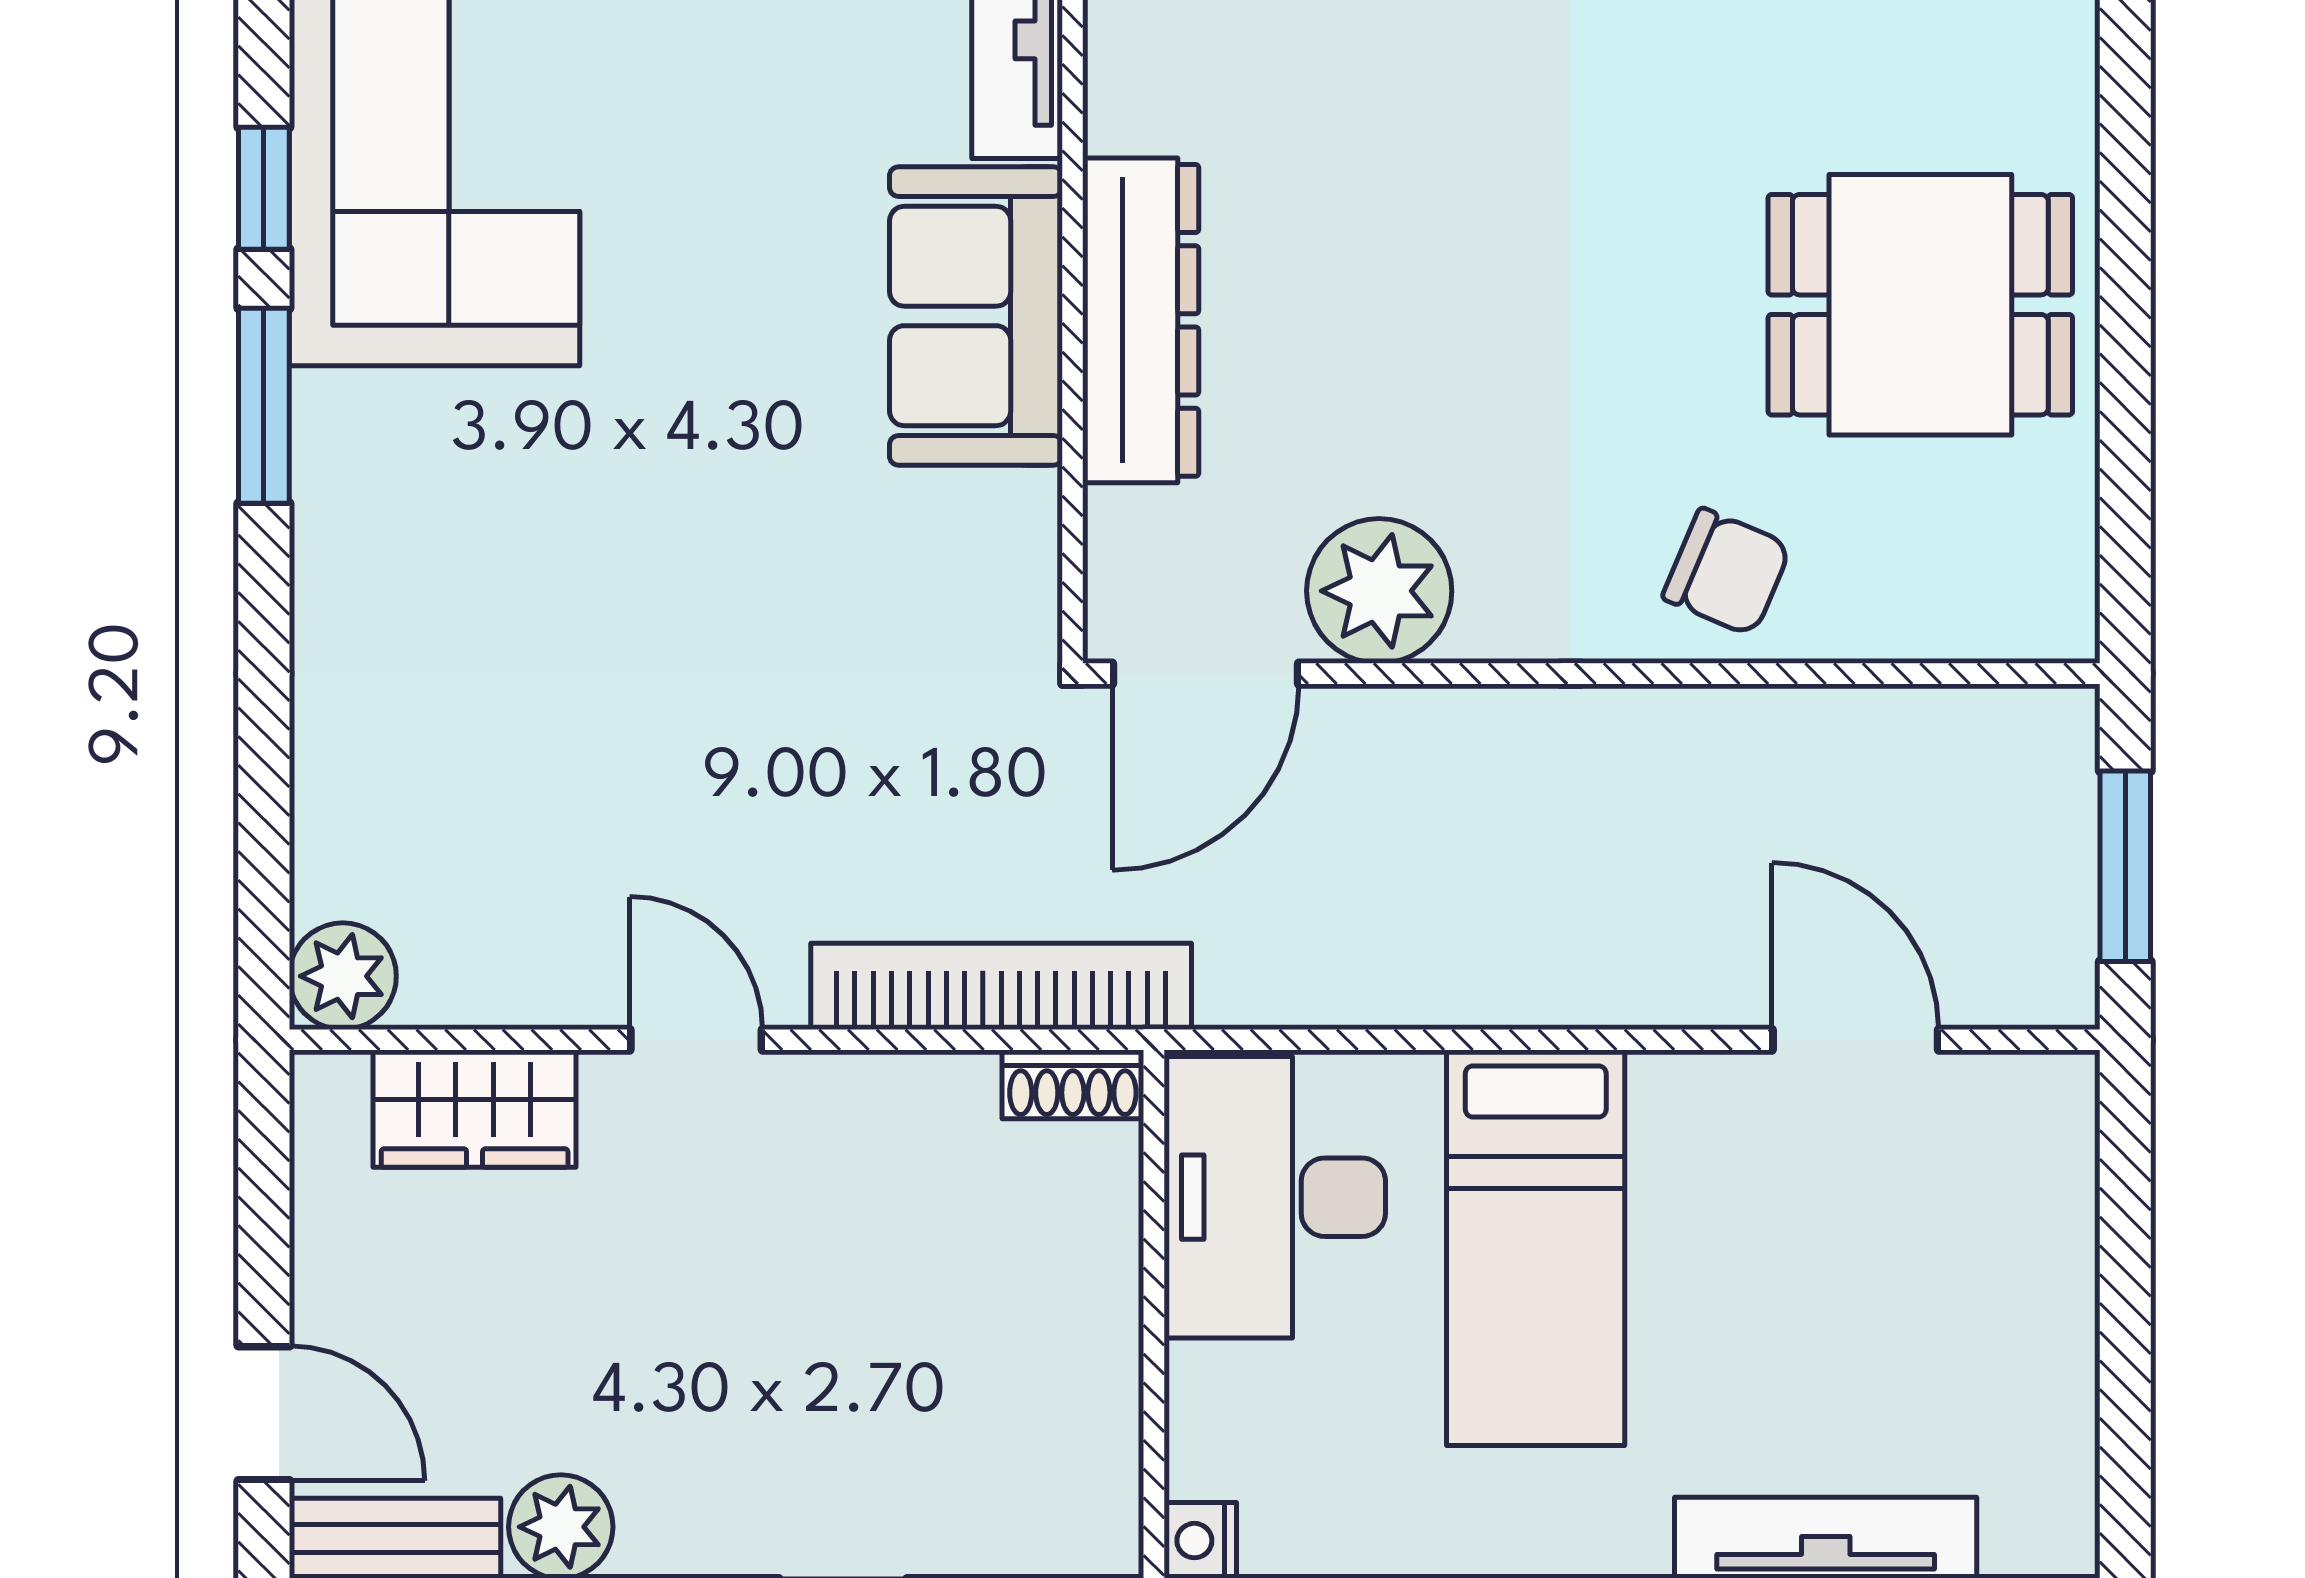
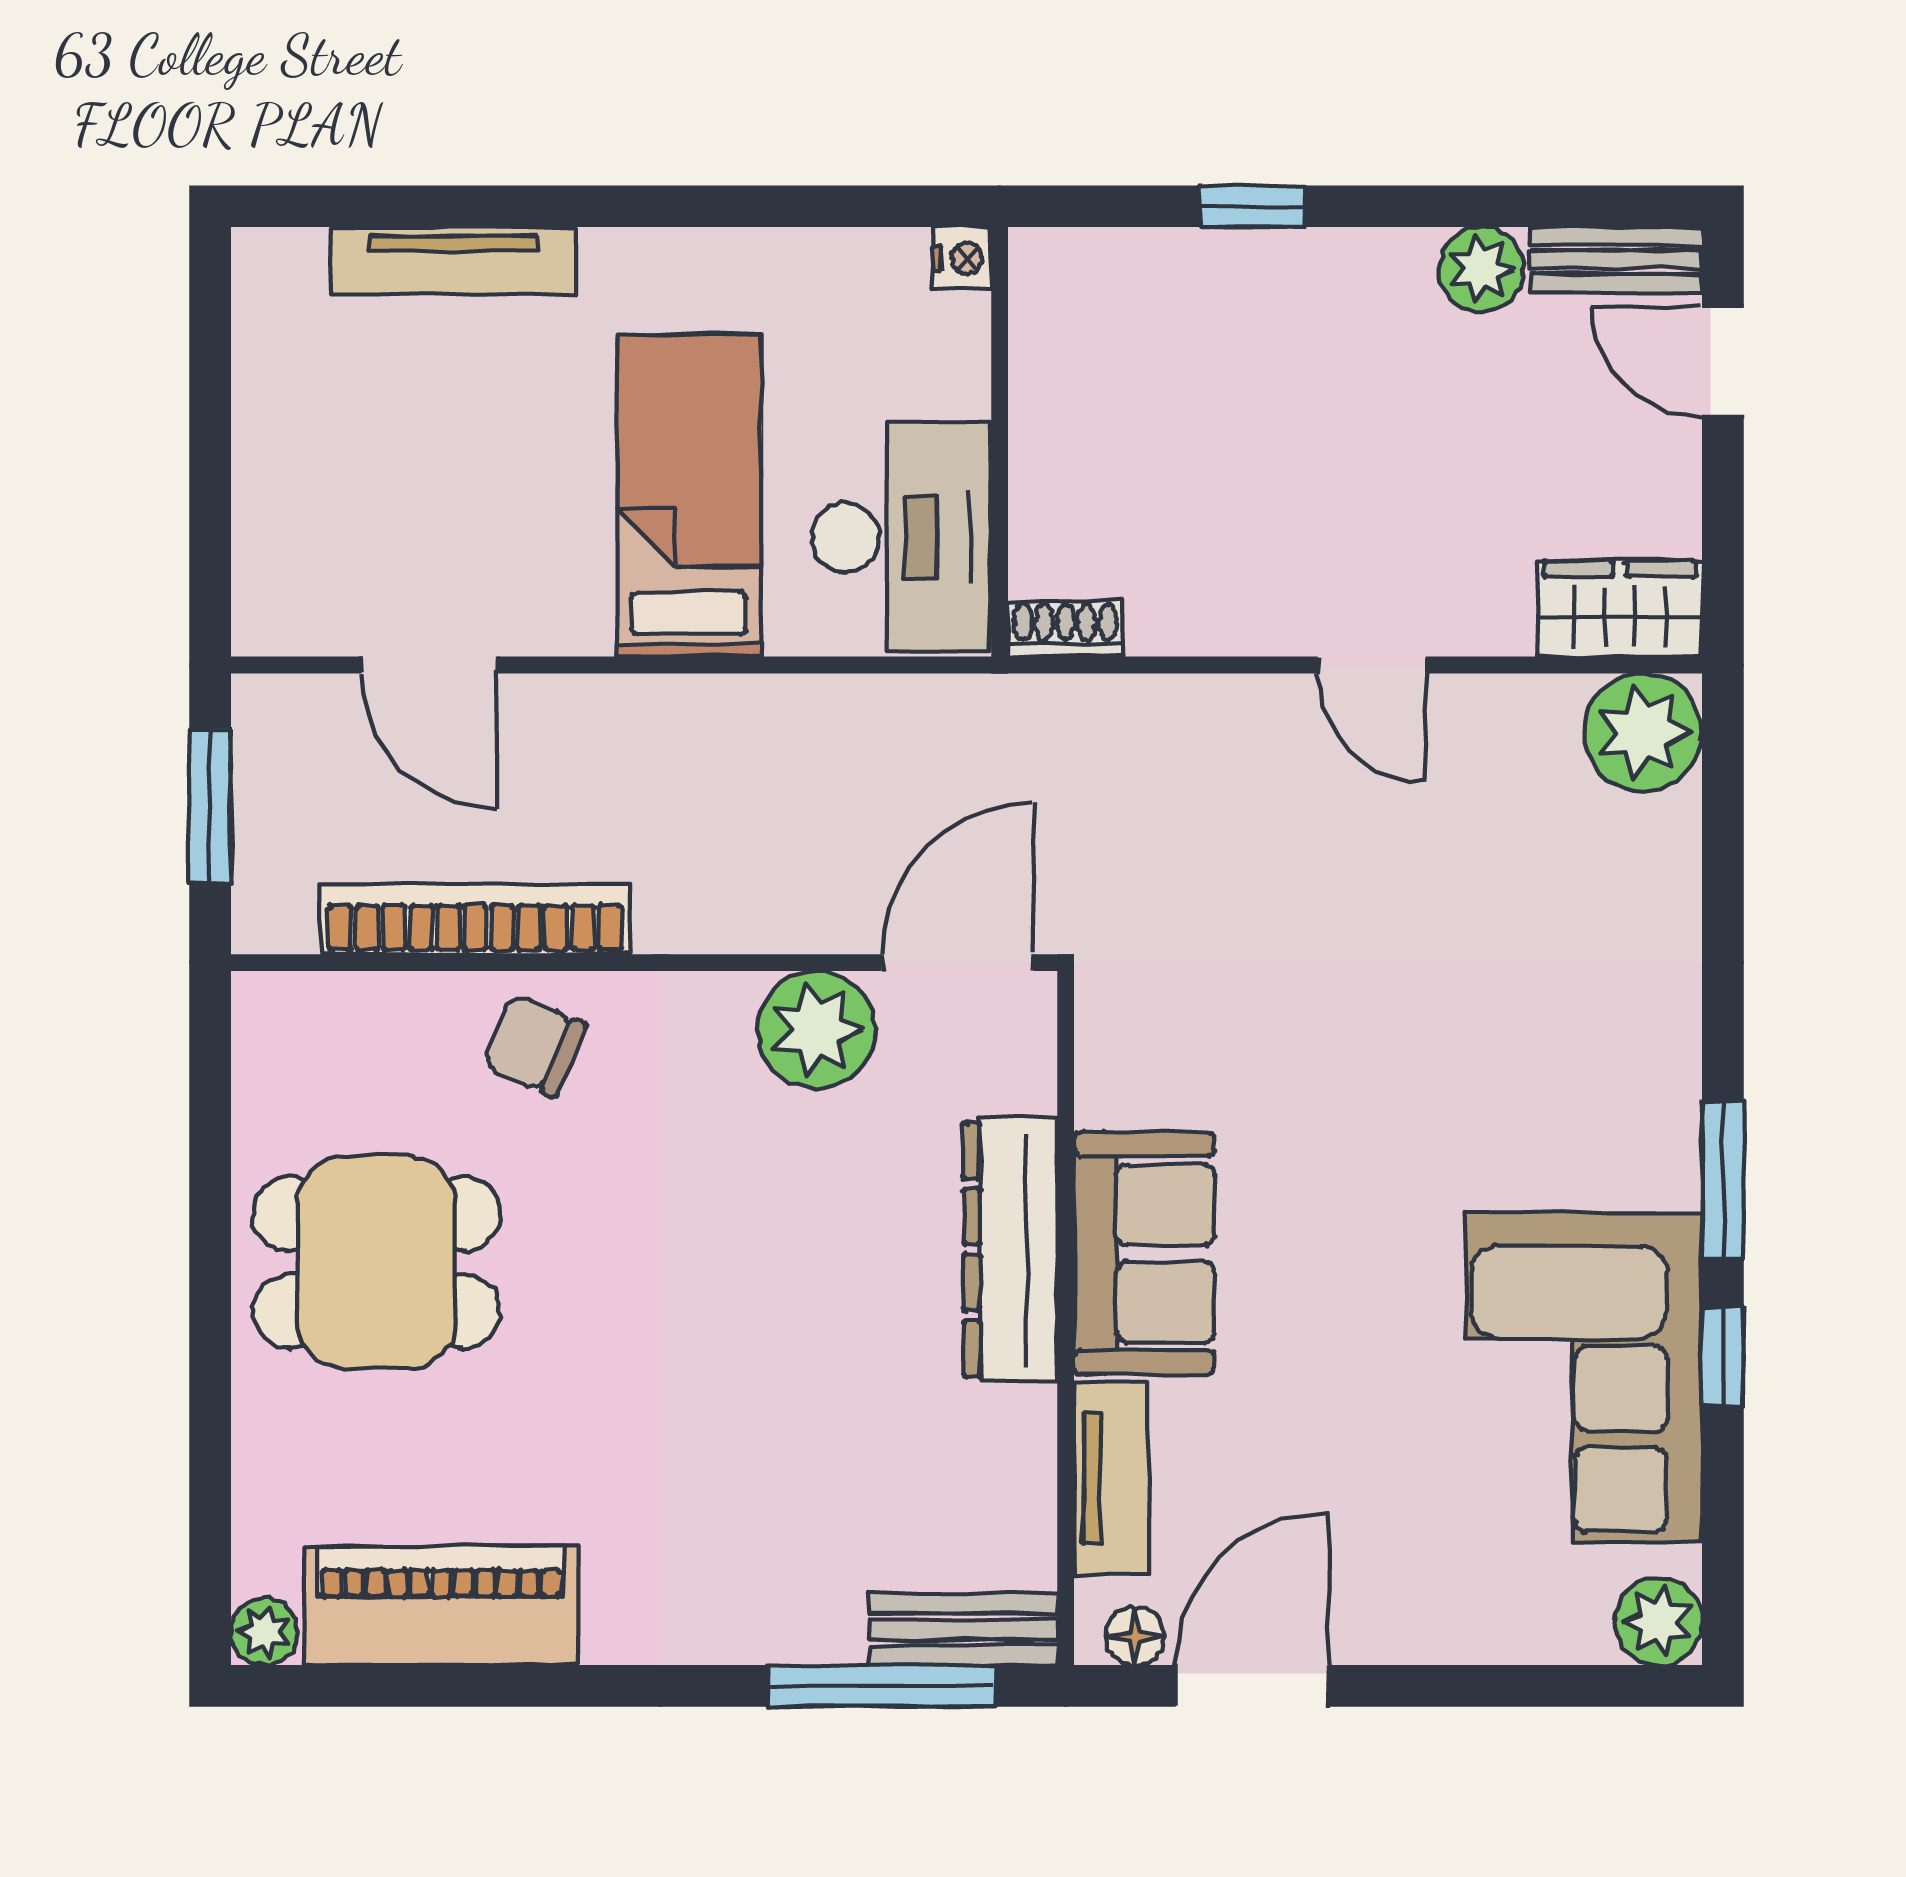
plant: (343, 976) -> (1643, 733), width x1.36, depth x1.36
bookcase: (1001, 986) -> (475, 919), moved, turned 180
wardrobe: (475, 1109) -> (1620, 609), moved

